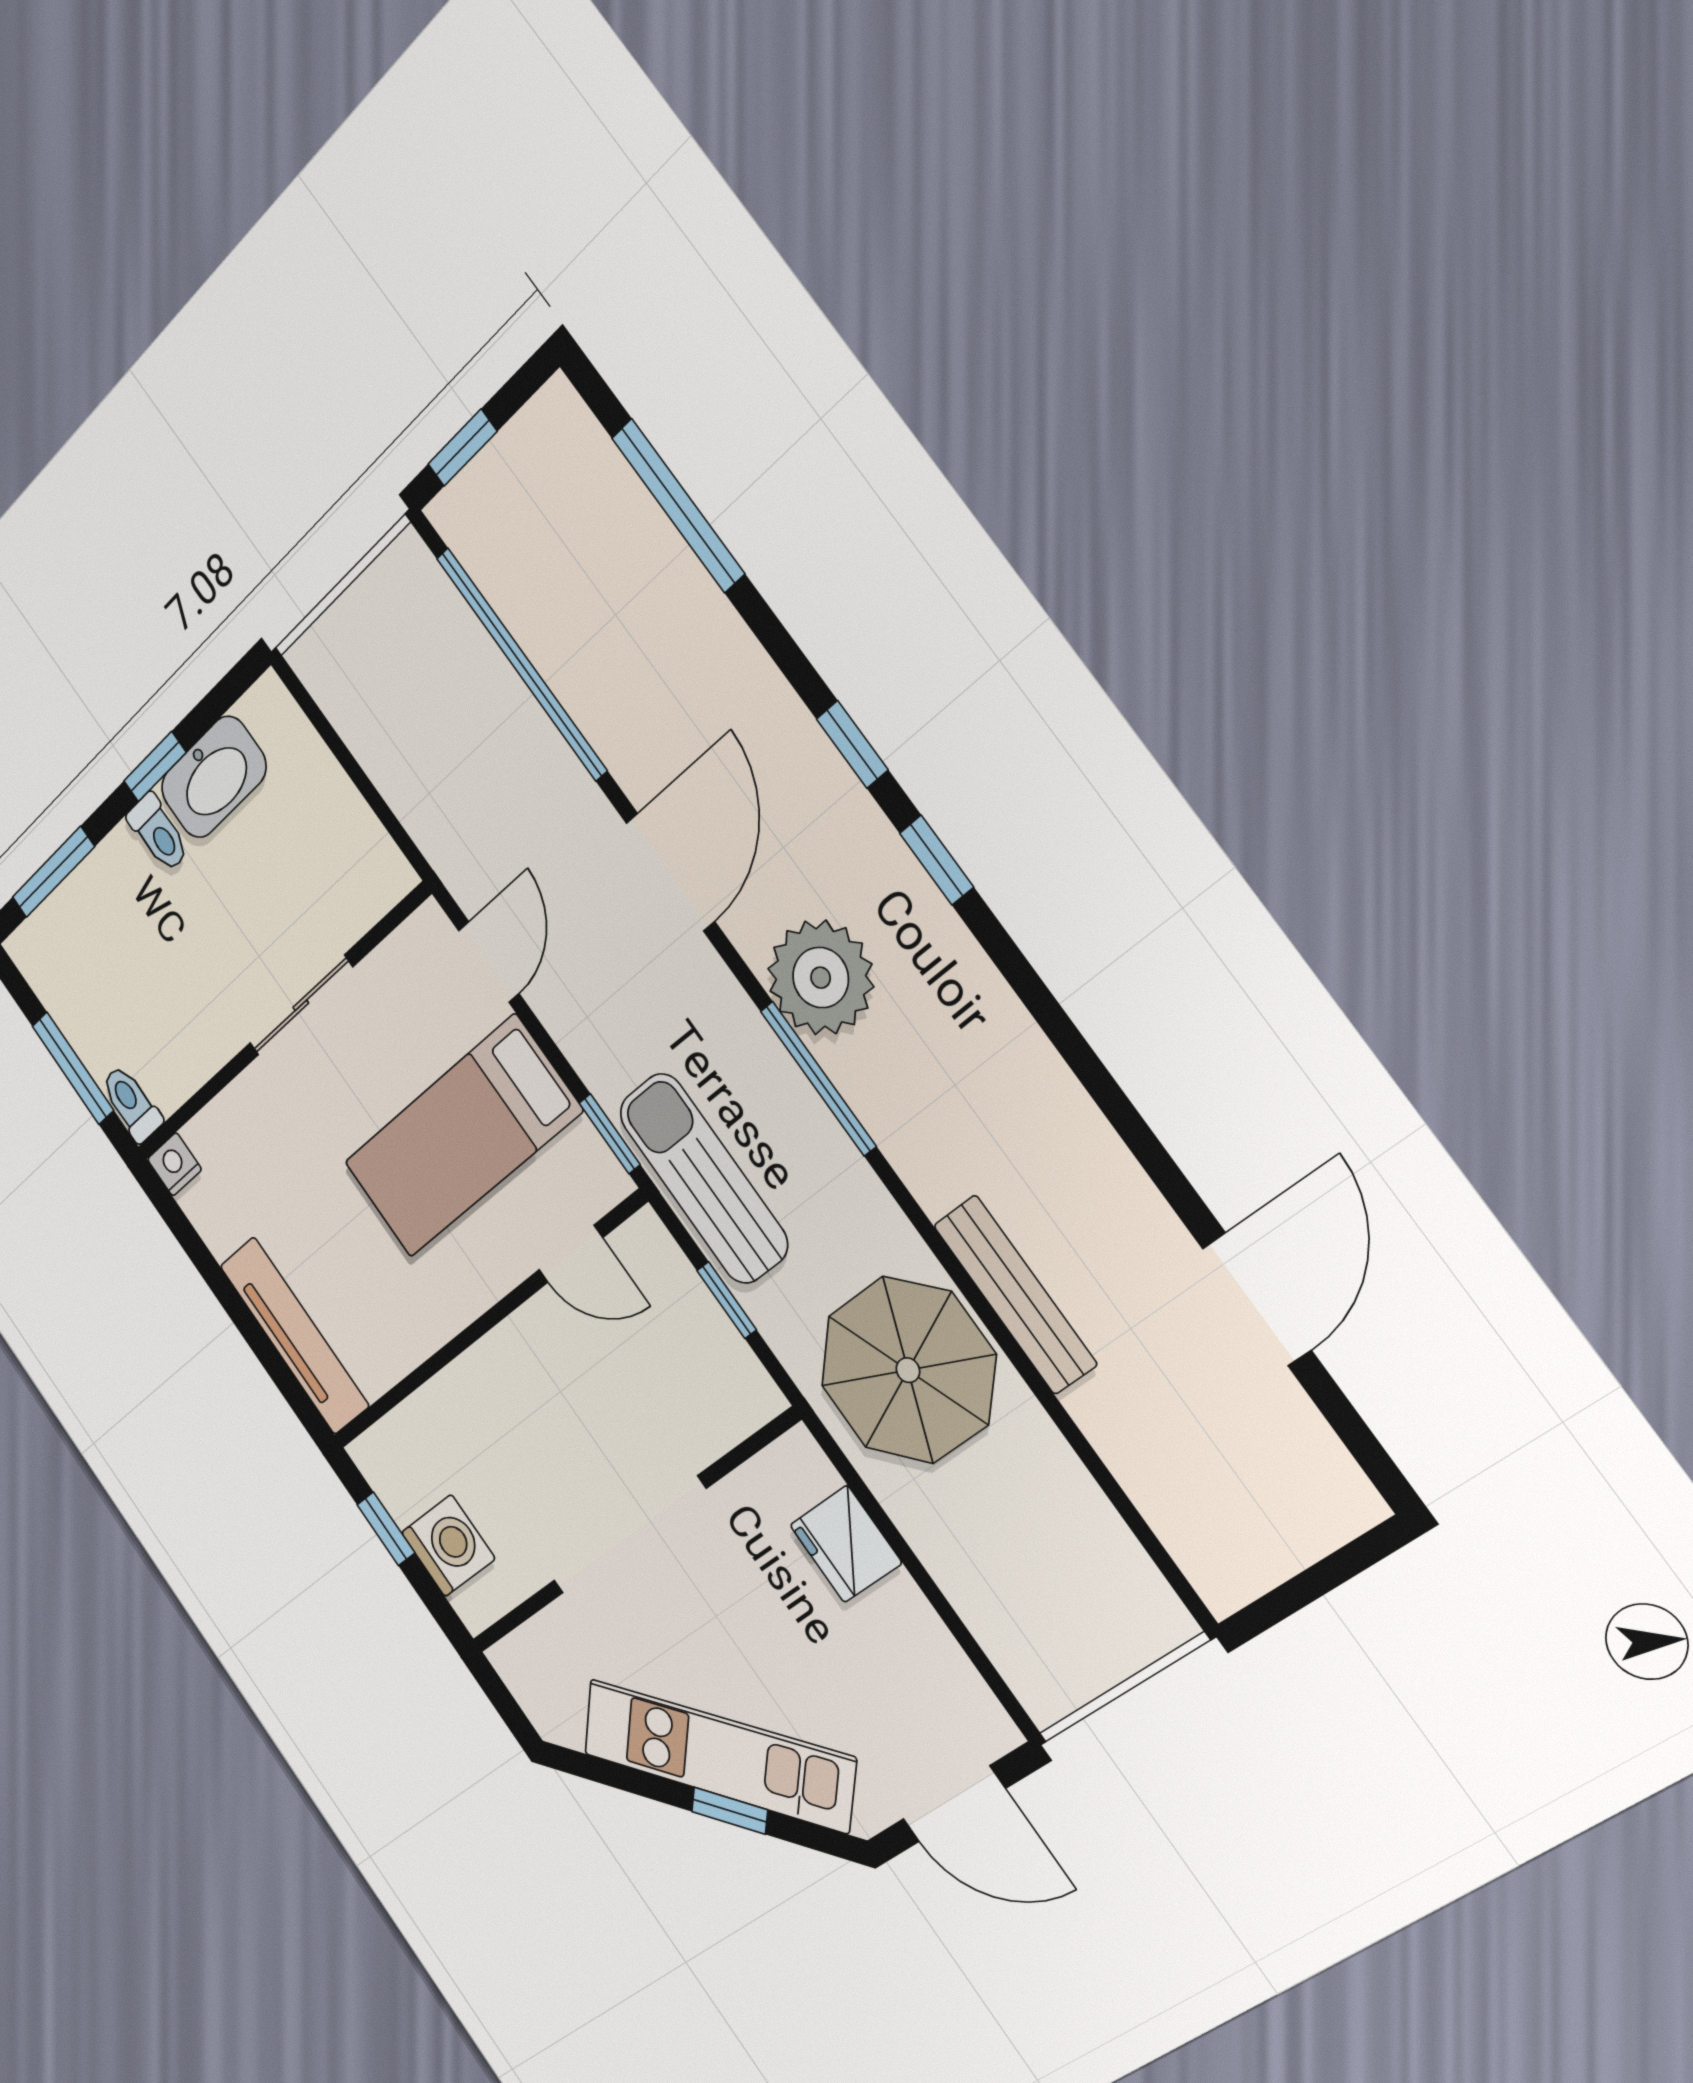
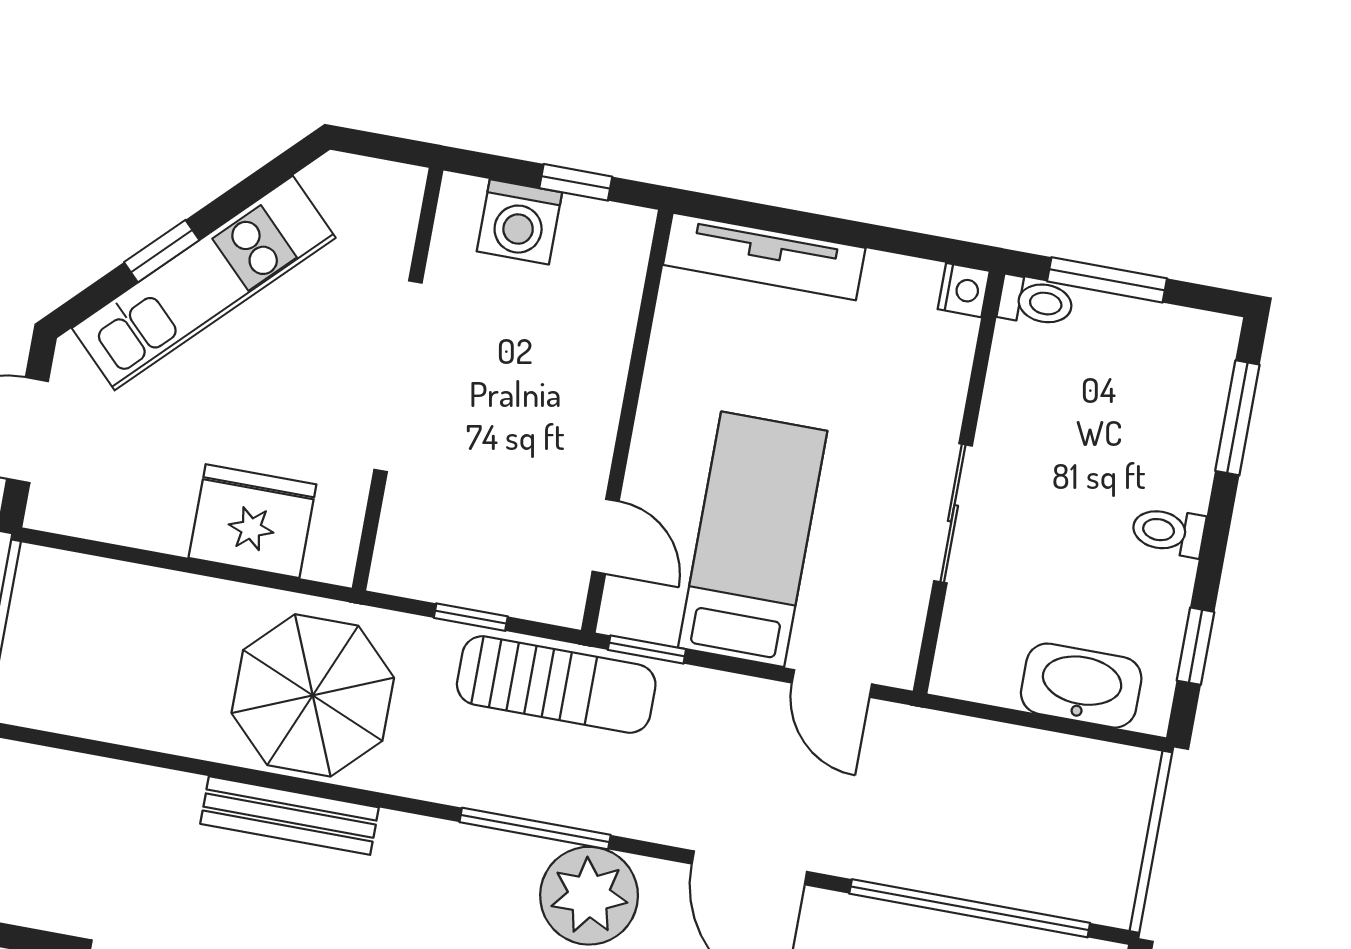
window: (155, 767) -> (1195, 646), moved
washbasin: (214, 777) -> (1081, 686), moved, turned 90
door: (571, 1254) -> (606, 536), swing flipped
fridge: (846, 1544) -> (252, 521), width x1.36, depth x1.34

